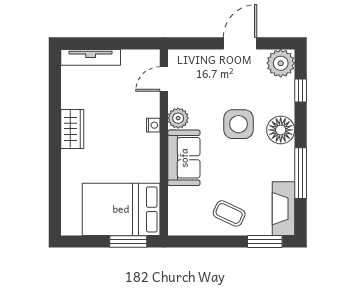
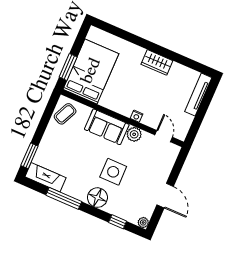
plant: (281, 63) -> (143, 222), width x0.53, depth x0.53
coffee table: (229, 213) -> (65, 114), moved

